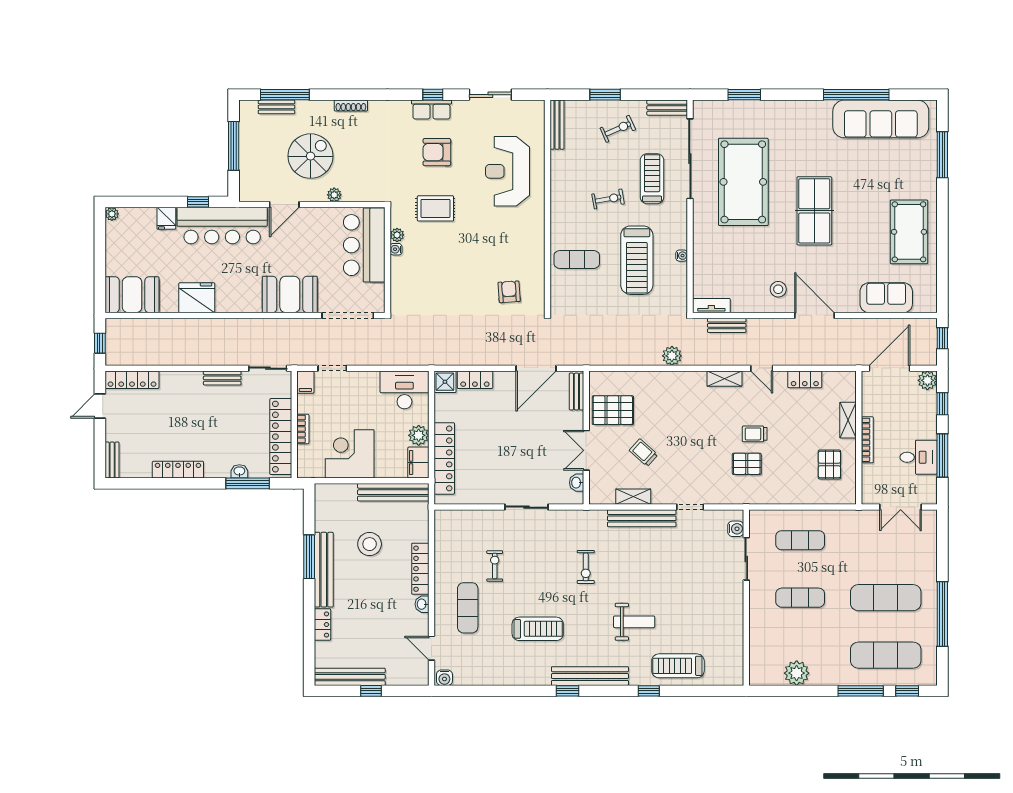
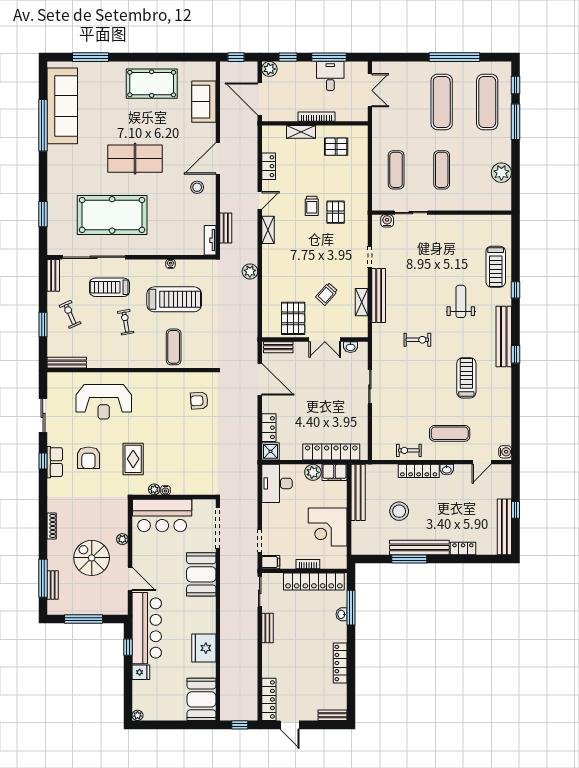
exercise bike: (495, 566) -> (409, 450), moved

